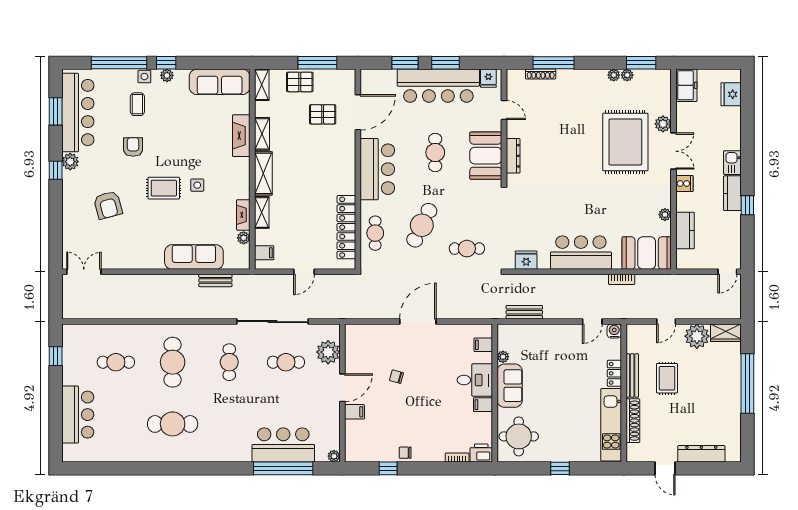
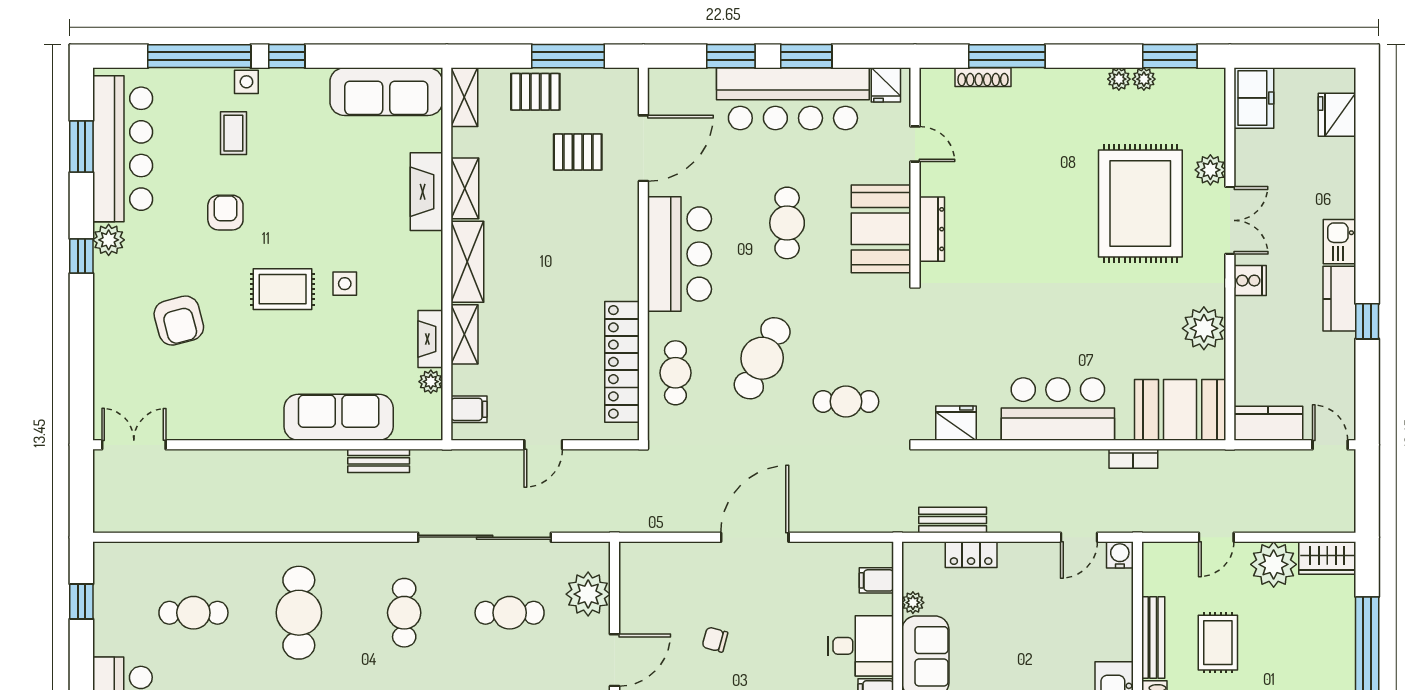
plant: (167, 75) -> (288, 80), removed
plant: (665, 215) -> (1204, 328), width x1.87, depth x1.87
kitchen counter: (685, 230) -> (1268, 423), moved, turned -90
door: (727, 272) -> (1330, 445), swing flipped
locker: (614, 373) -> (971, 555), moved, turned -90

